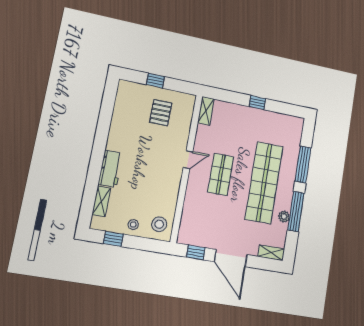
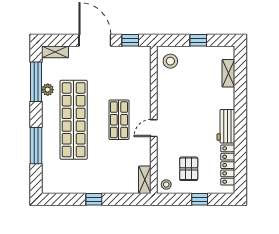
locker: (120, 108) -> (228, 165), added
workbench: (110, 169) -> (226, 126), moved
window: (296, 212) -> (36, 82), moved
stool: (133, 225) -> (166, 184), moved
window: (113, 239) -> (198, 40), moved

